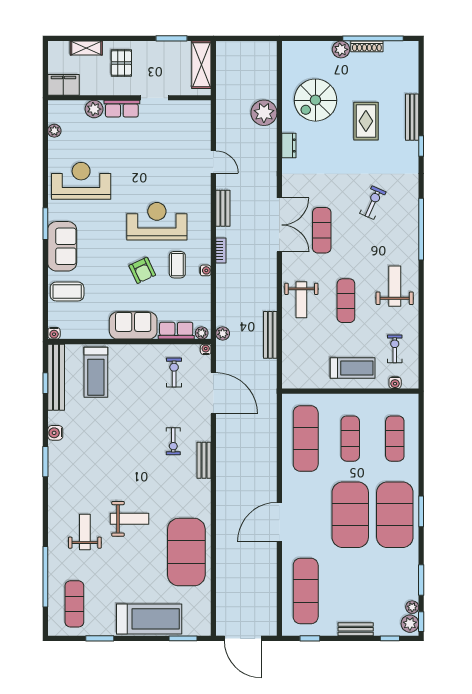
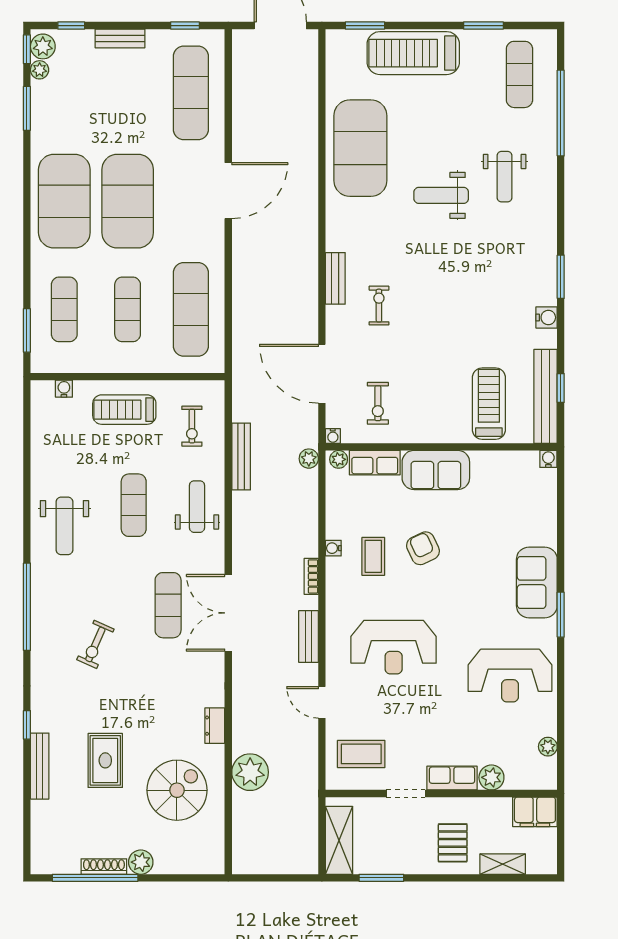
reception desk: (157, 221) -> (394, 647), moved
coffee table: (67, 292) -> (361, 754), moved
exercise bike: (395, 349) -> (192, 426), moved
window: (421, 511) -> (27, 330), moved

